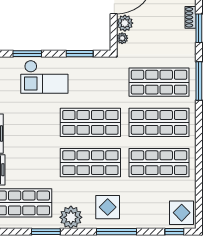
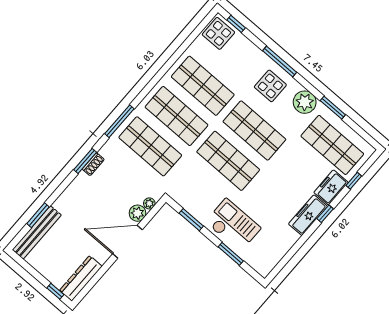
shoe rack: (191, 17) -> (93, 164), moved

